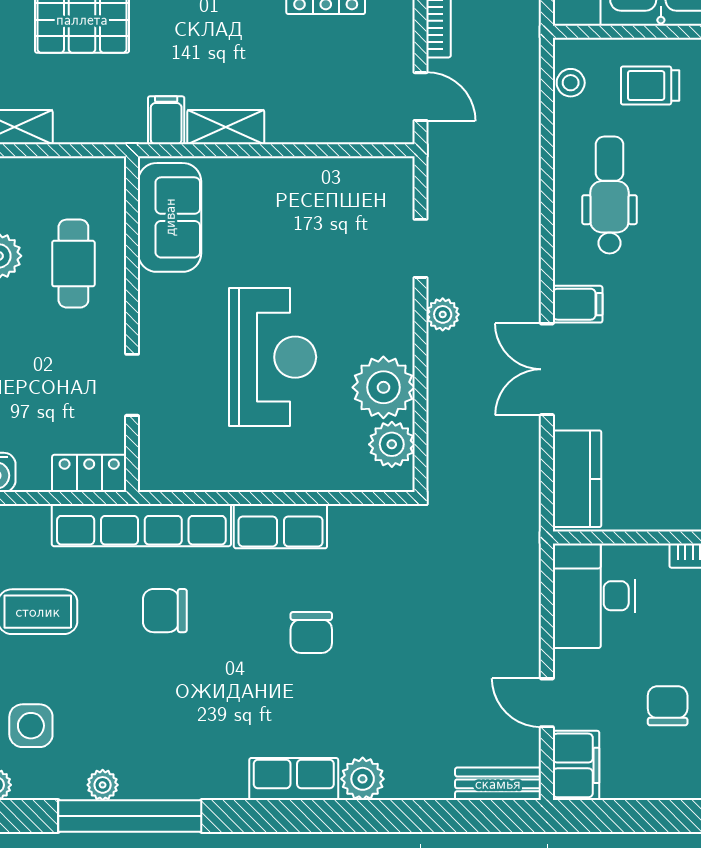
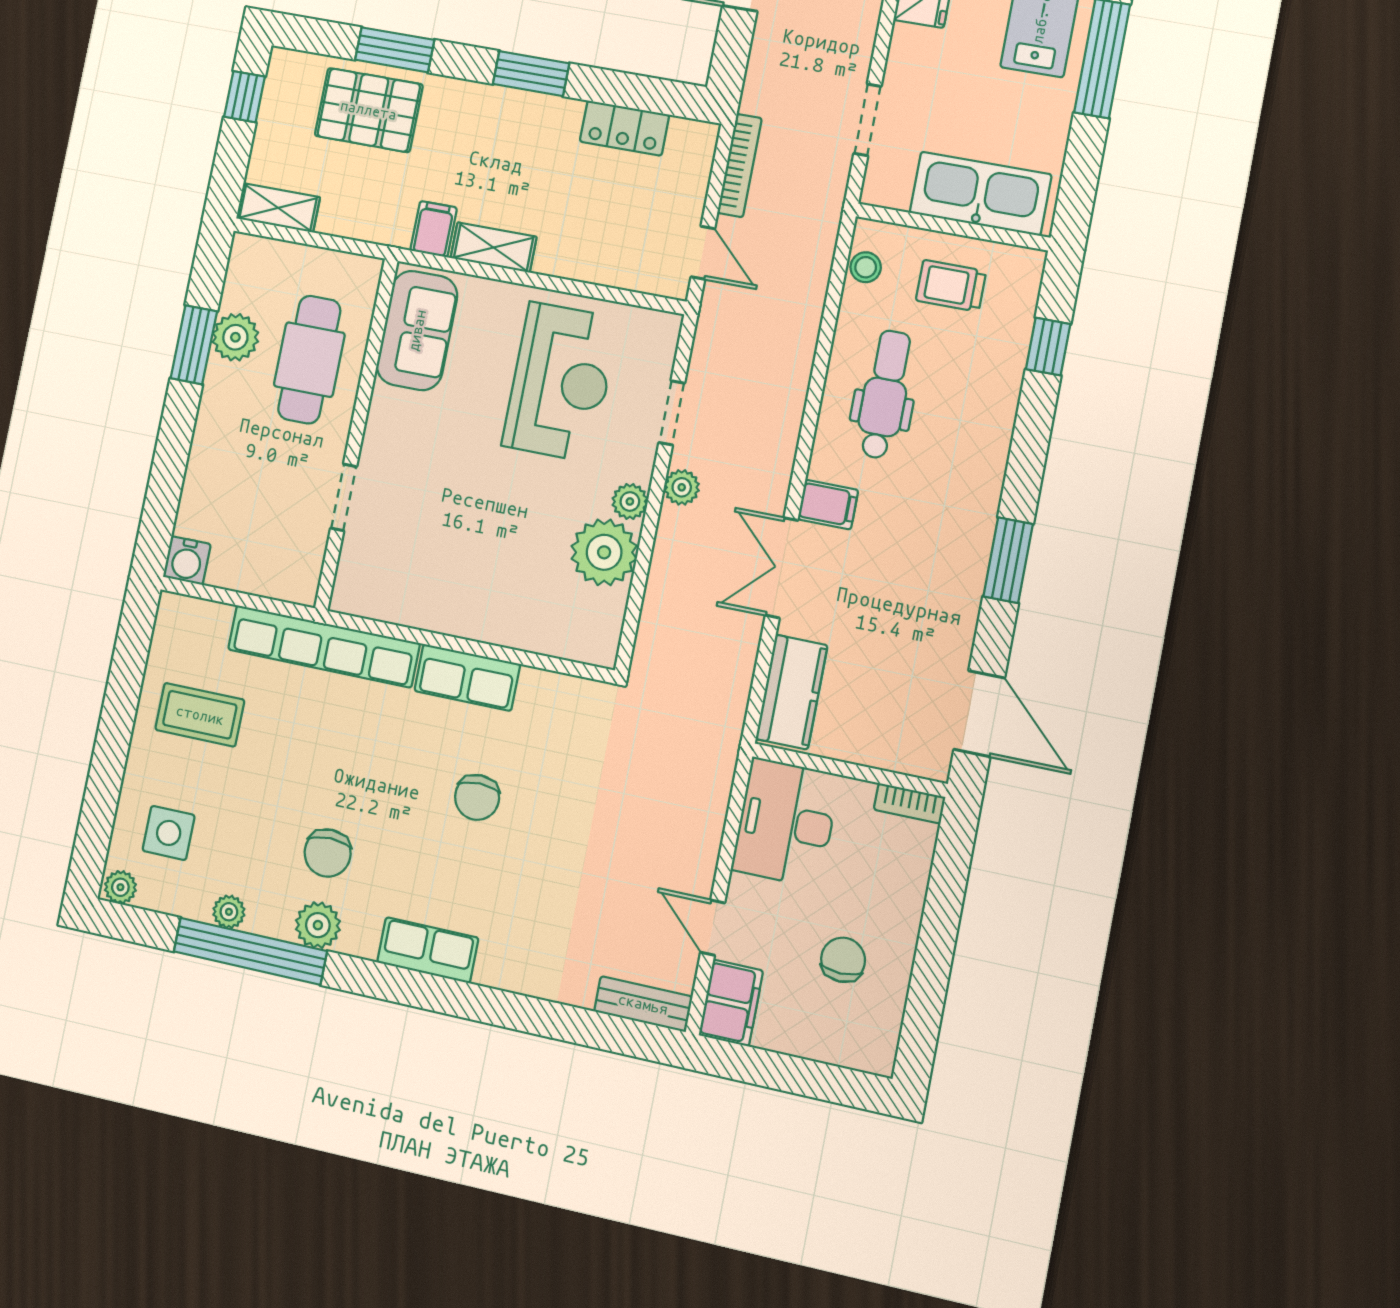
cafe table: (73, 264) -> (309, 360), width x1.37, depth x1.35
reception desk: (273, 357) -> (560, 382), moved
plant: (392, 444) -> (630, 501), moved, width x0.73, depth x0.73
locker: (89, 473) -> (281, 581), removed
chair: (165, 611) -> (328, 853), moved, turned -90
plant: (363, 779) -> (318, 925), moved

